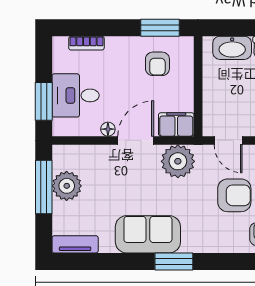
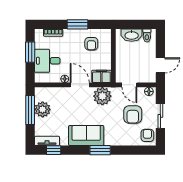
window: (160, 28) -> (78, 24), moved
window: (44, 101) -> (30, 52), moved
door: (136, 140) -> (80, 85), hinge flipped
armchair: (234, 195) -> (133, 115), turned 90
window: (87, 261) -> (54, 150), added

